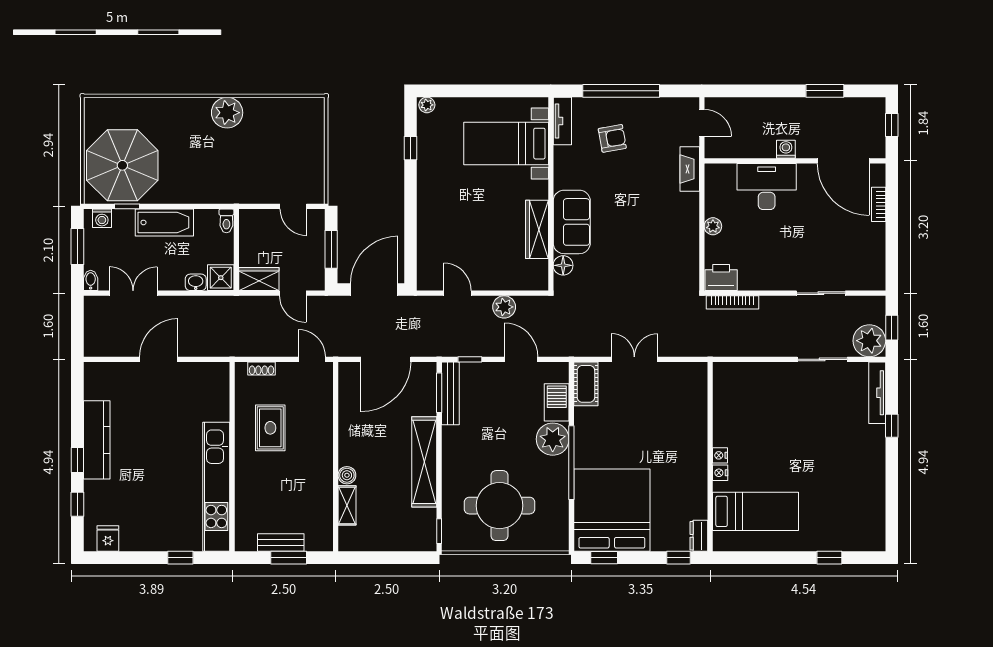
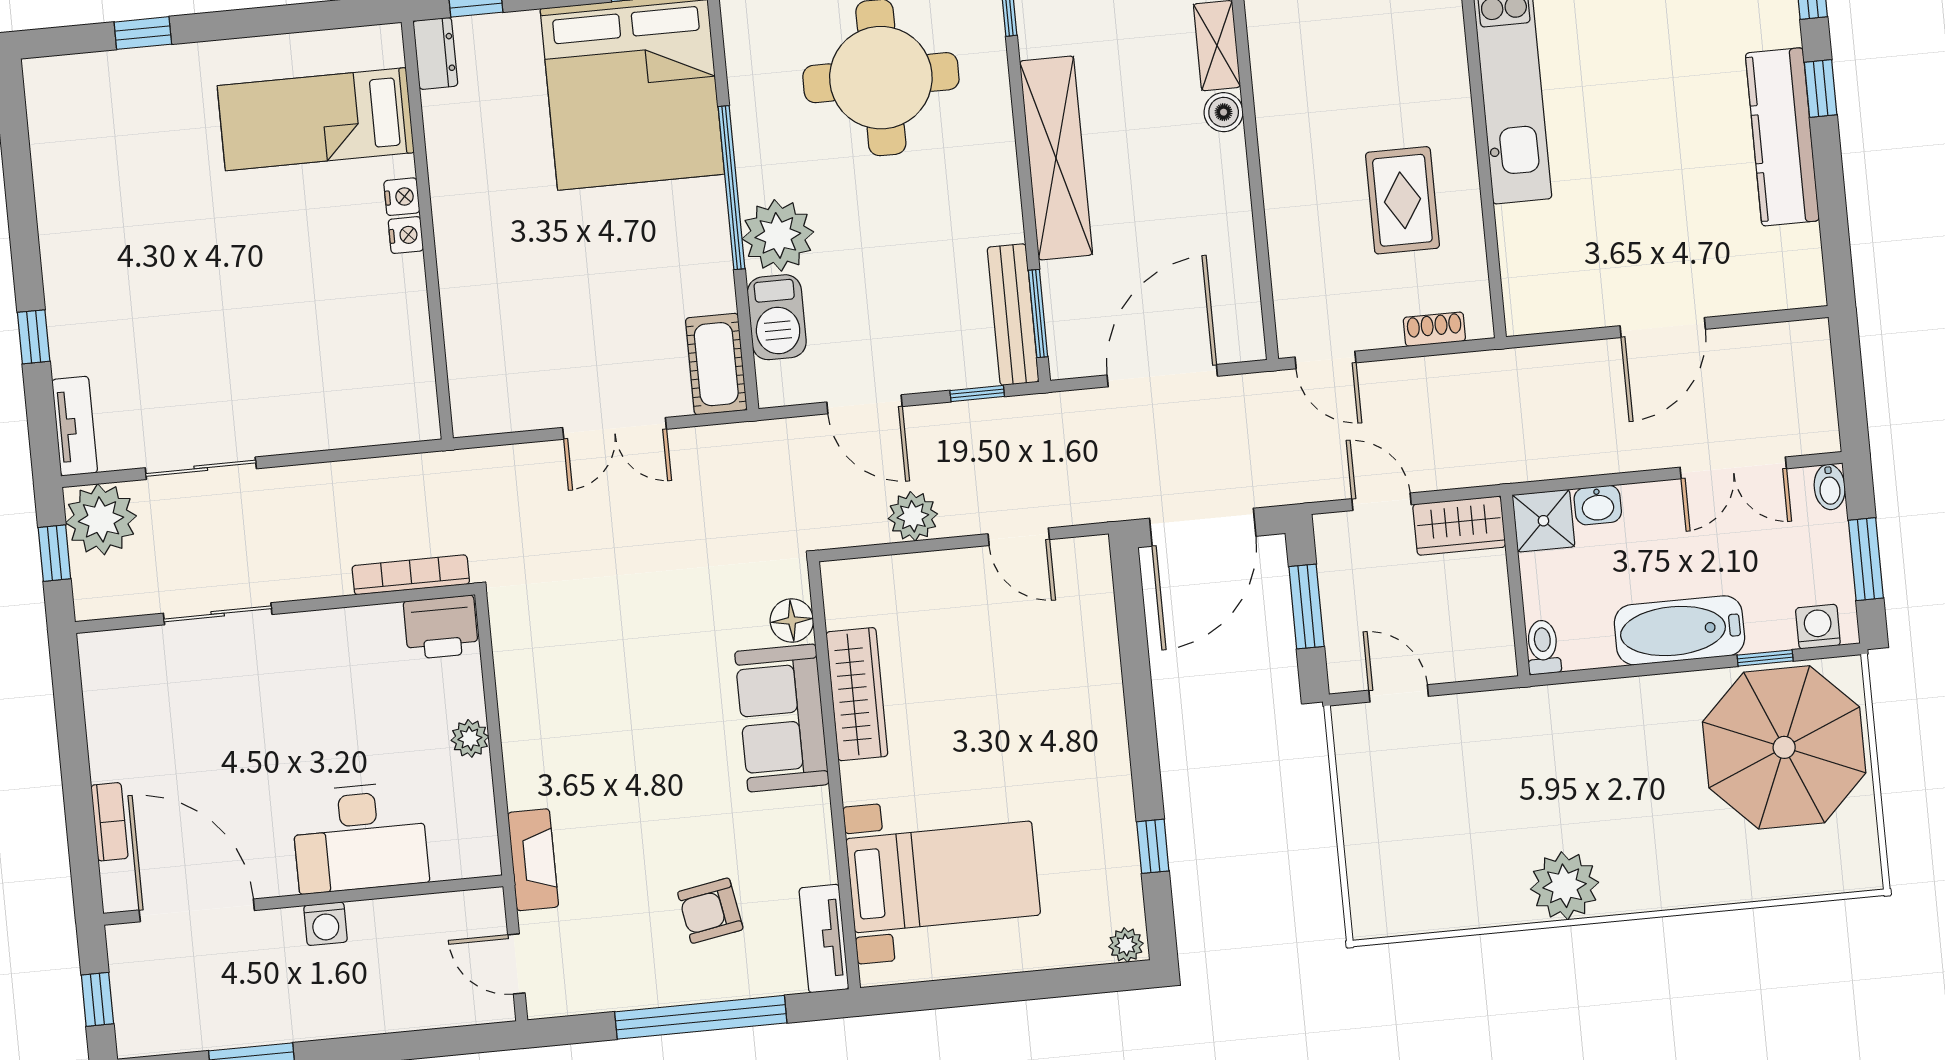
tv unit: (877, 393) -> (75, 426), width x0.71

